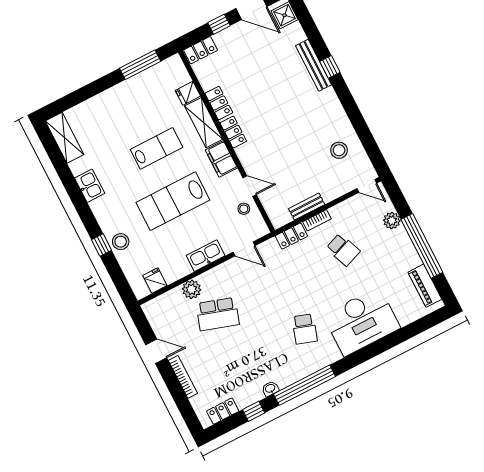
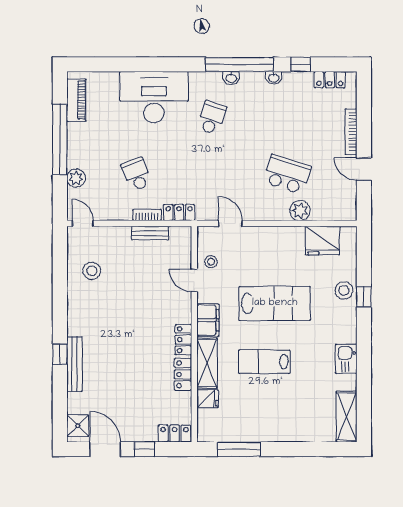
kitchen sink: (206, 256) -> (270, 236), removed
fridge: (155, 281) -> (322, 241), width x1.88, depth x1.34
washbasin: (305, 370) -> (231, 78), added

